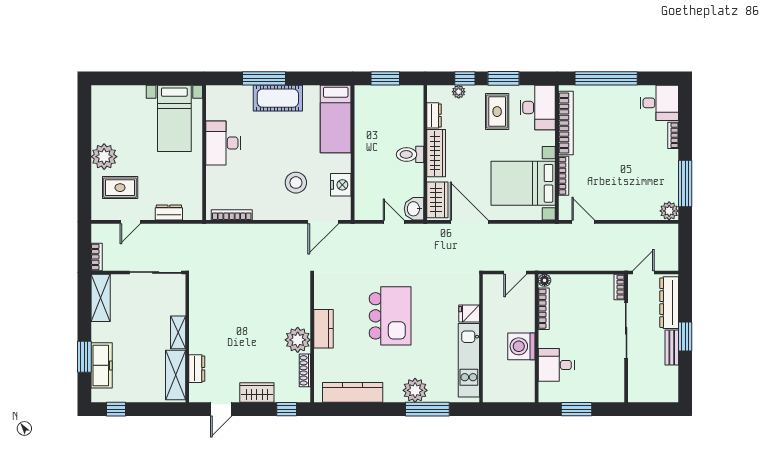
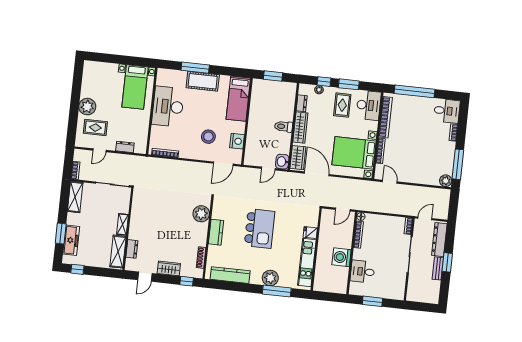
desk: (223, 143) -> (168, 107), width x1.36, depth x1.30
door: (394, 222) -> (268, 169), swing flipped
plant: (298, 340) -> (201, 214), moved

